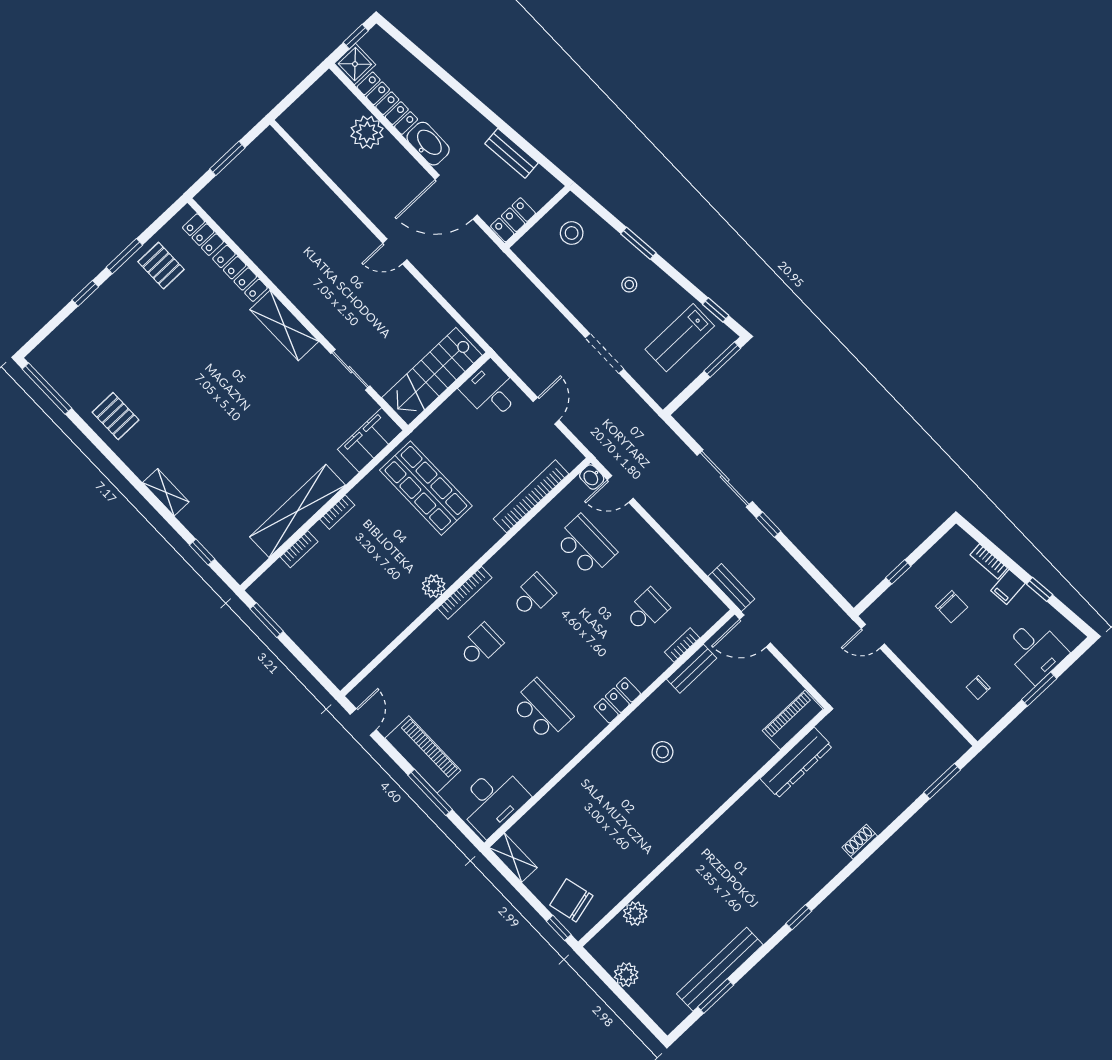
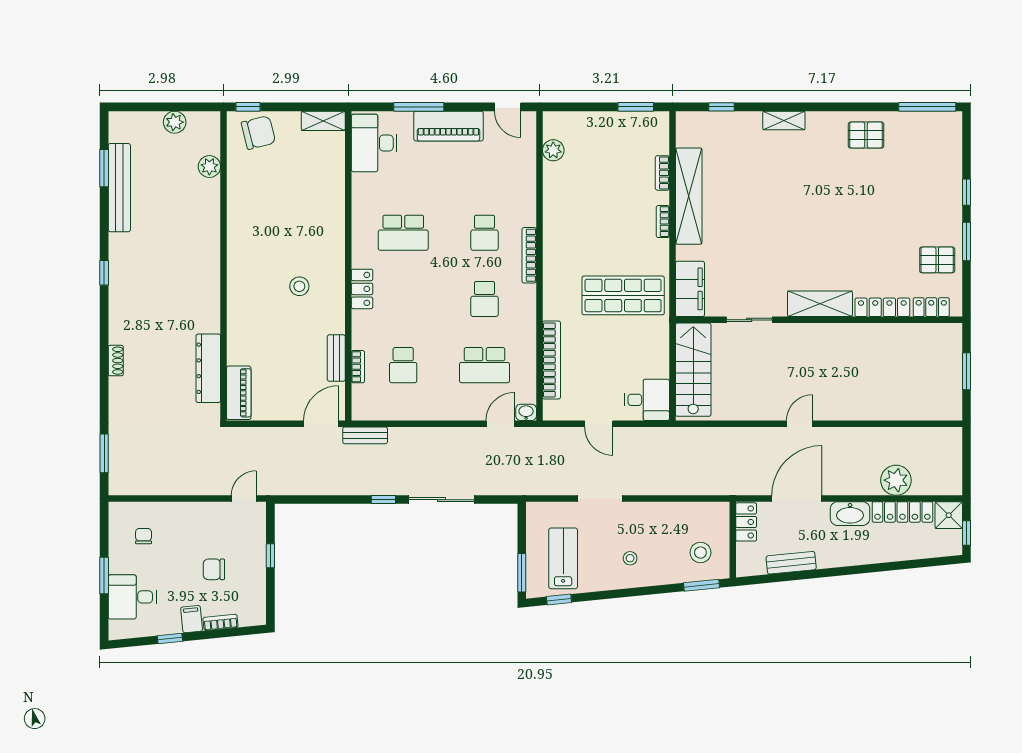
window: (638, 243) -> (701, 585), moved
plant: (434, 586) -> (553, 150), moved

